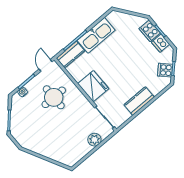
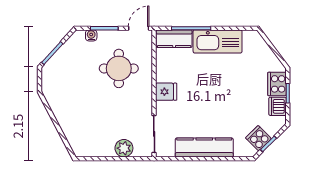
fridge: (93, 86) -> (166, 92), width x0.53, depth x0.75
kitchen counter: (139, 101) -> (204, 147), width x1.50

